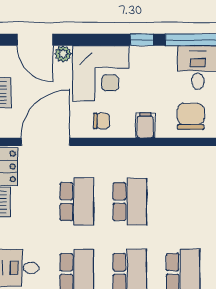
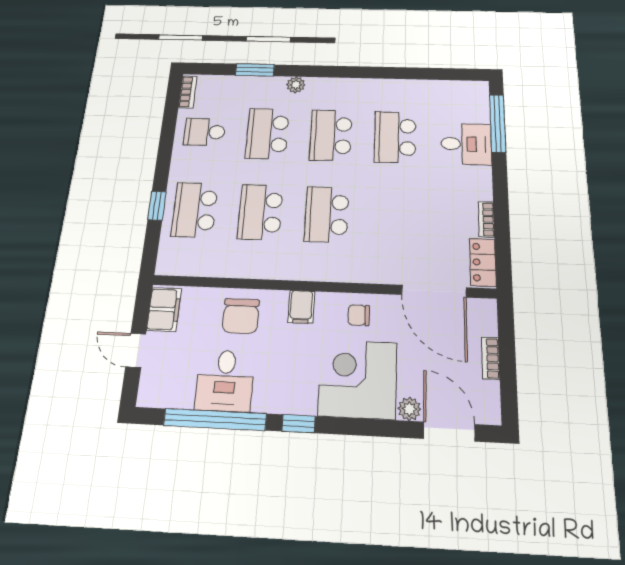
door: (45, 142) -> (434, 291), hinge flipped
school desk: (77, 202) -> (260, 212), moved

